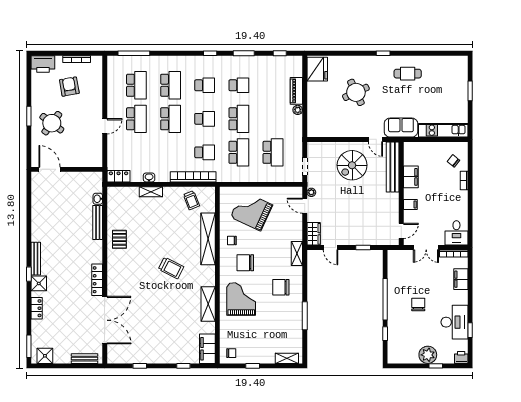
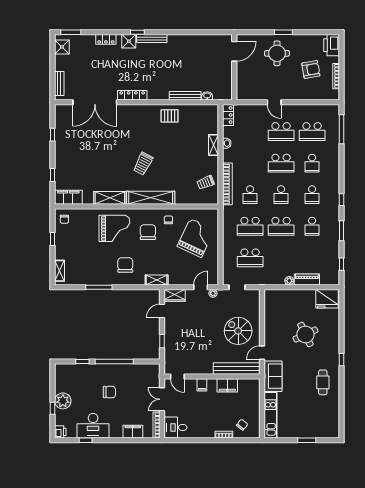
school desk: (171, 85) -> (312, 163), width x0.54
round table: (52, 123) -> (277, 53), turned -37
shelving: (208, 239) -> (151, 198), moved

